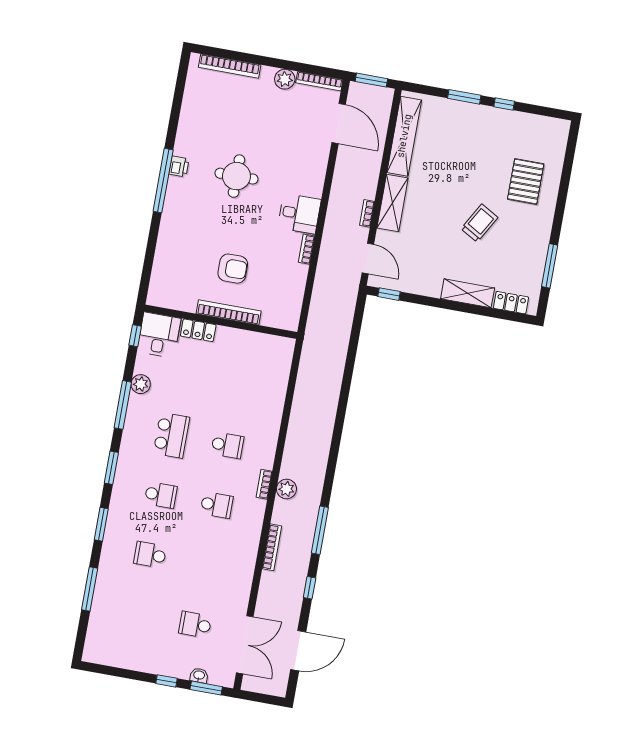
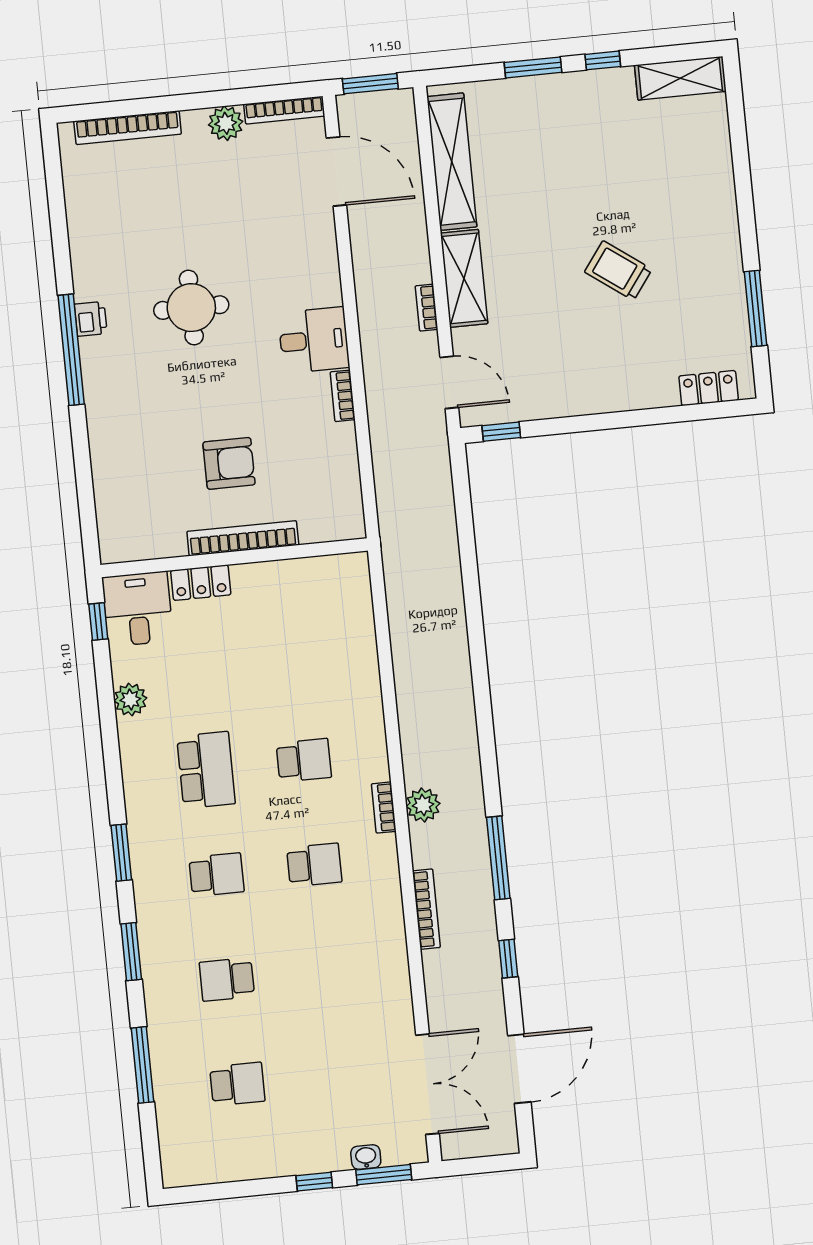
pallet: (526, 181) -> (676, 179), removed
trolley: (479, 223) -> (618, 271), turned -84
shelving: (468, 293) -> (680, 78), moved
window: (123, 405) -> (110, 743), removed
school desk: (195, 625) -> (237, 1084), moved, turned 180

